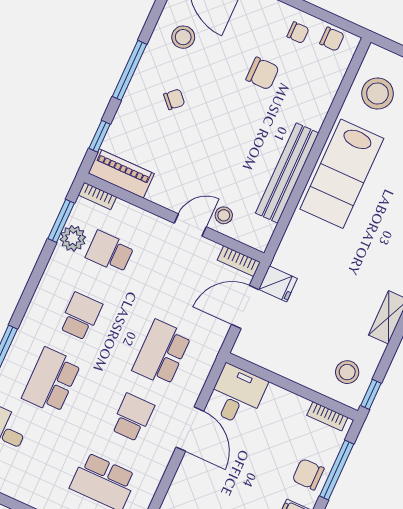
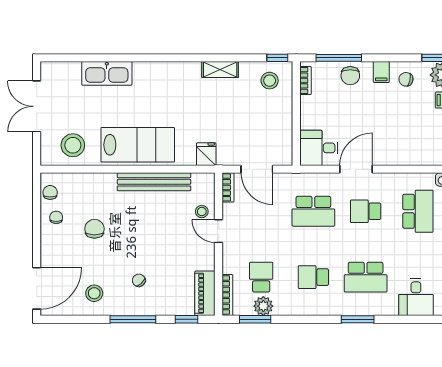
bookcase: (97, 196) -> (227, 295), width x1.56
school desk: (110, 252) -> (261, 277), turned 180
fridge: (278, 284) -> (206, 154), moved

